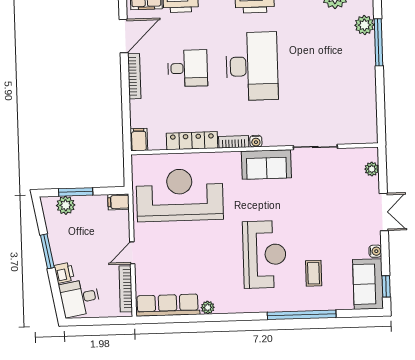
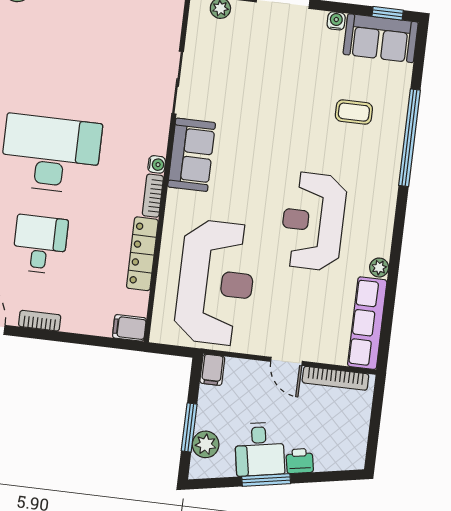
bookcase: (134, 76) -> (40, 321), width x0.64
reception desk: (180, 195) -> (216, 283), turned 180
reception desk: (264, 254) -> (313, 221), moved, turned -90
desk: (80, 298) -> (260, 449), moved

